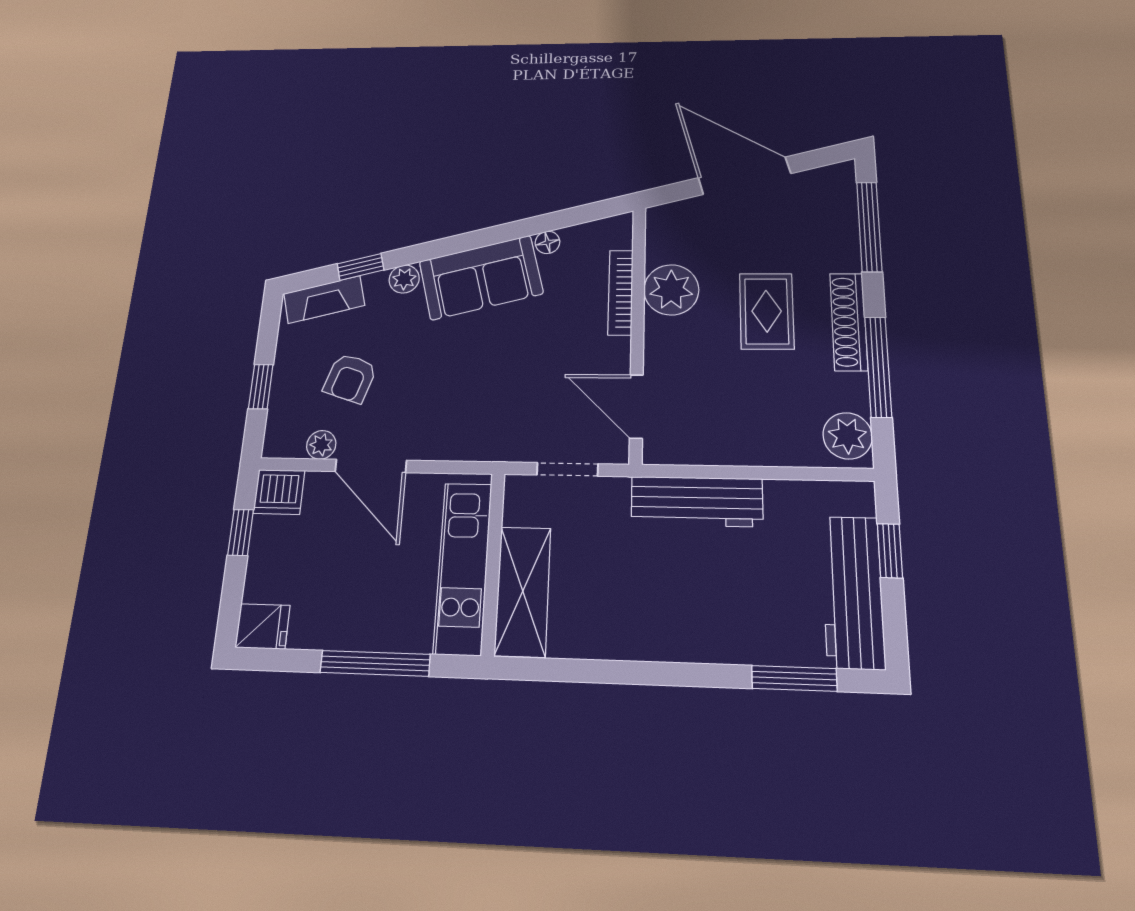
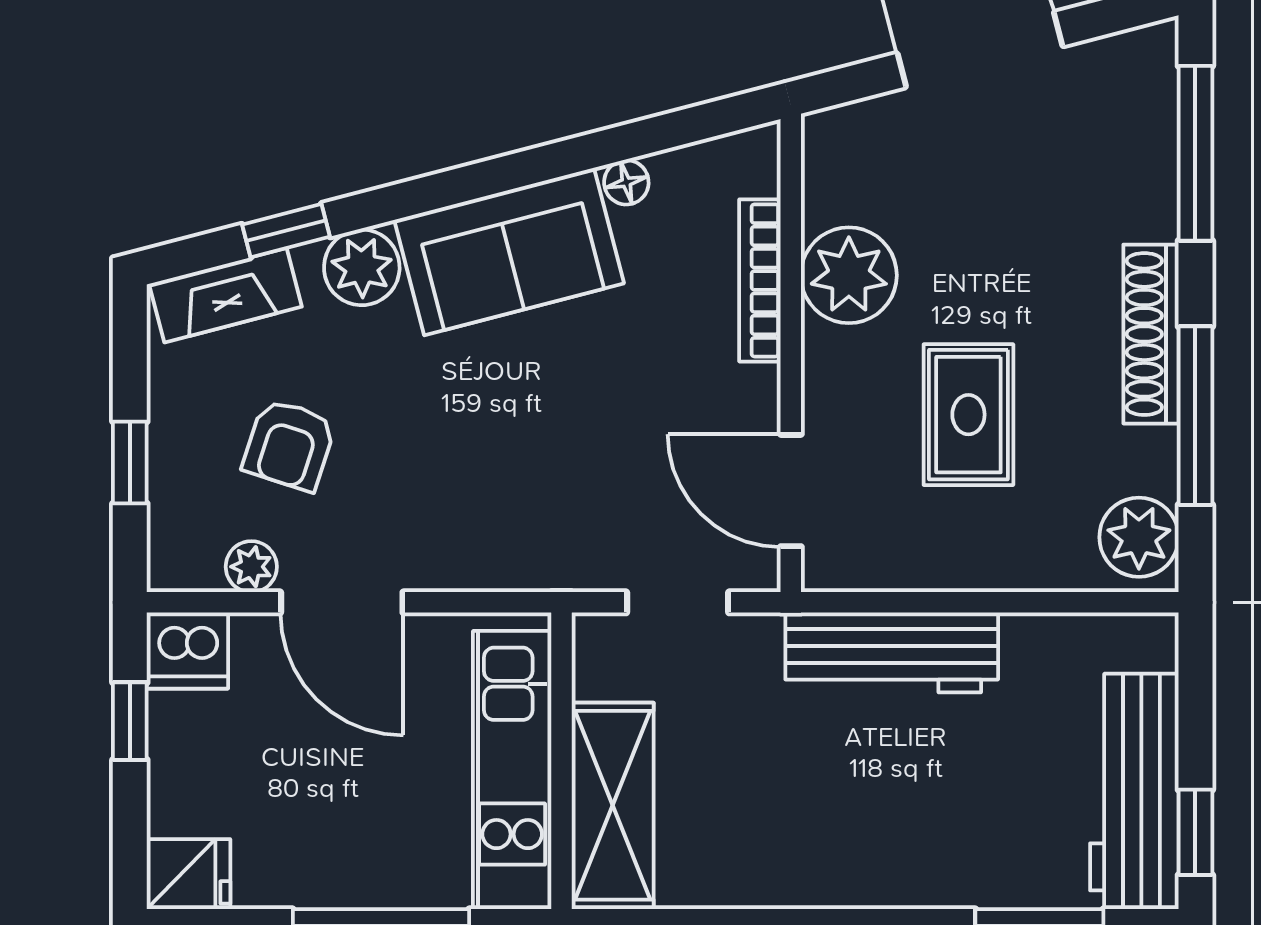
plant: (404, 279) -> (362, 267), width x1.38, depth x1.38
rug: (767, 311) -> (968, 415), moved
window: (890, 551) -> (1195, 832), moved

